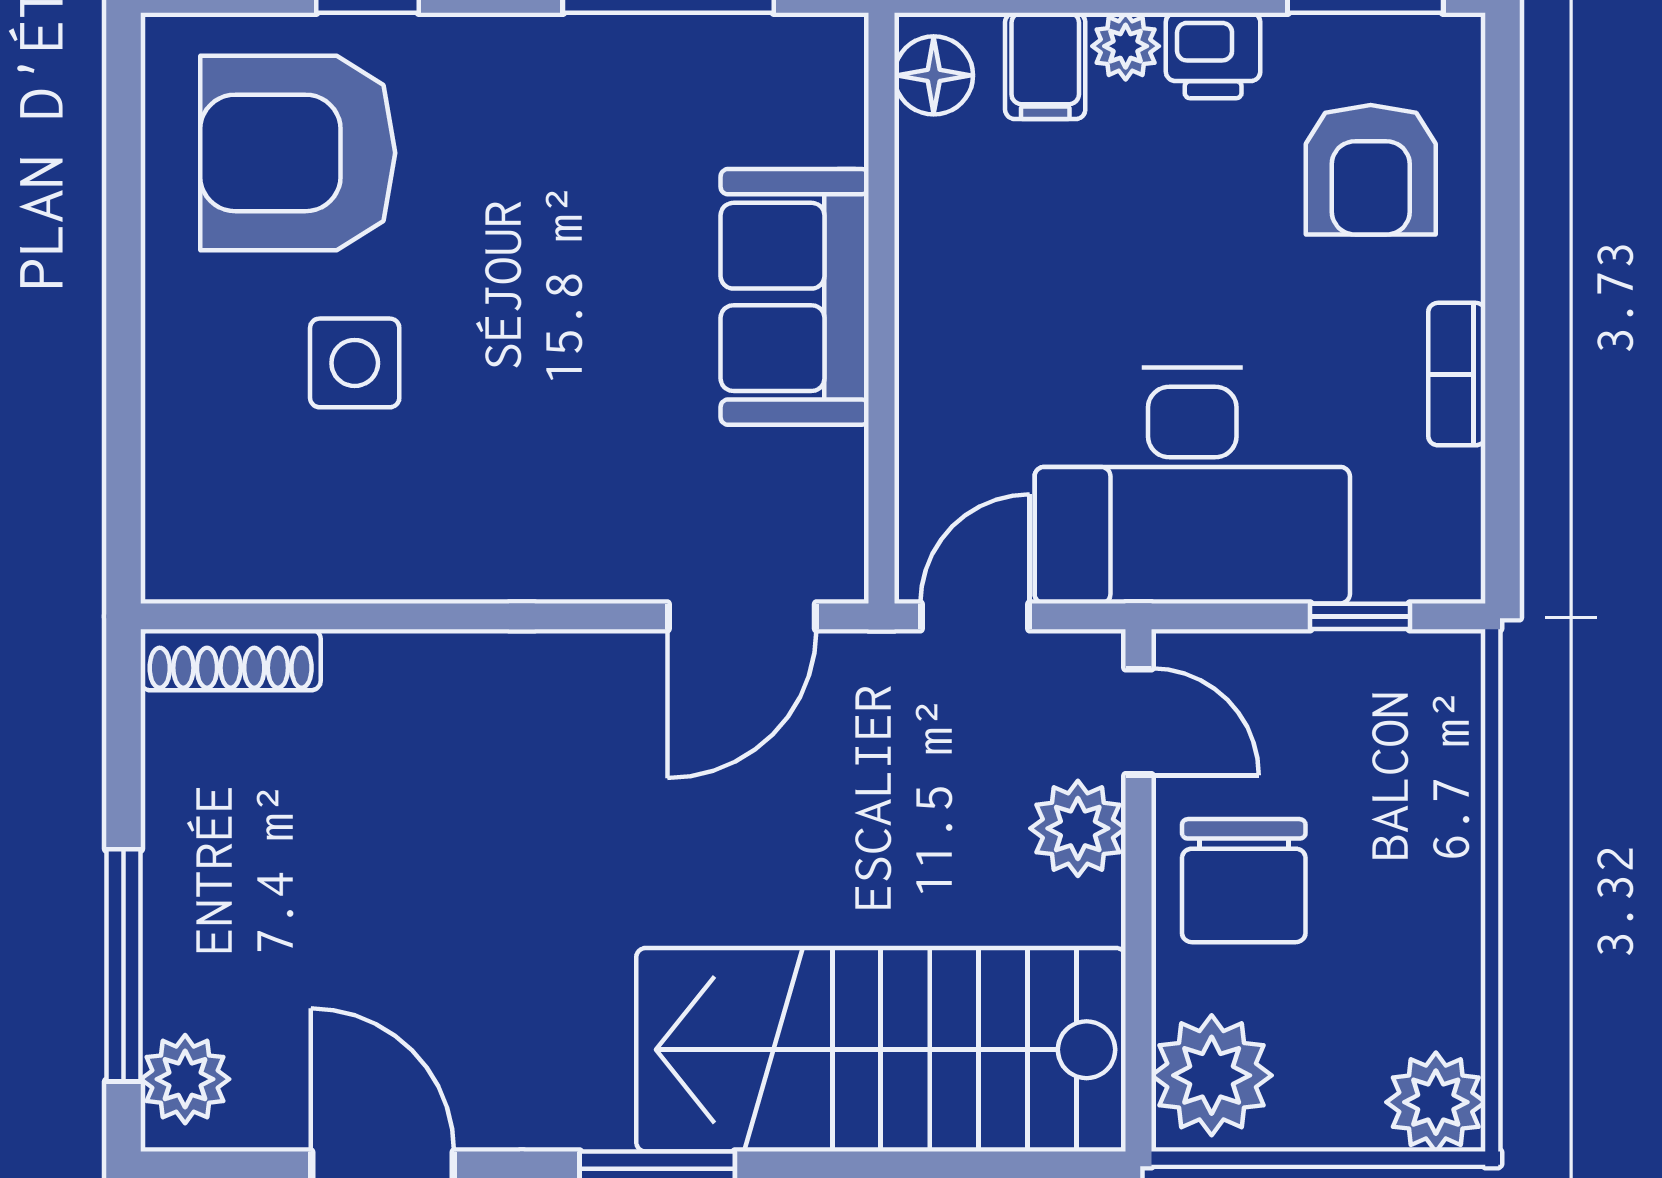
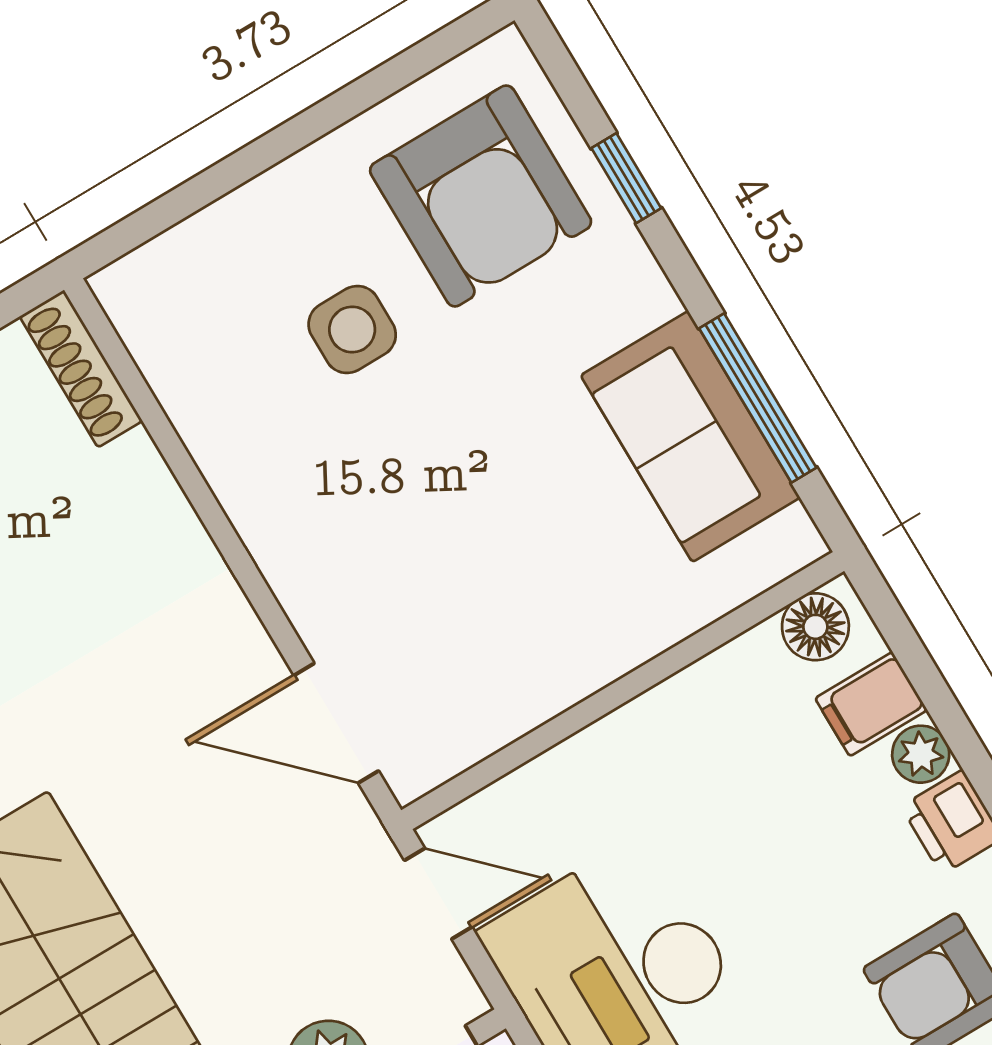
armchair: (298, 153) -> (481, 196), turned 180
sofa: (795, 297) -> (690, 436), moved, turned -90

